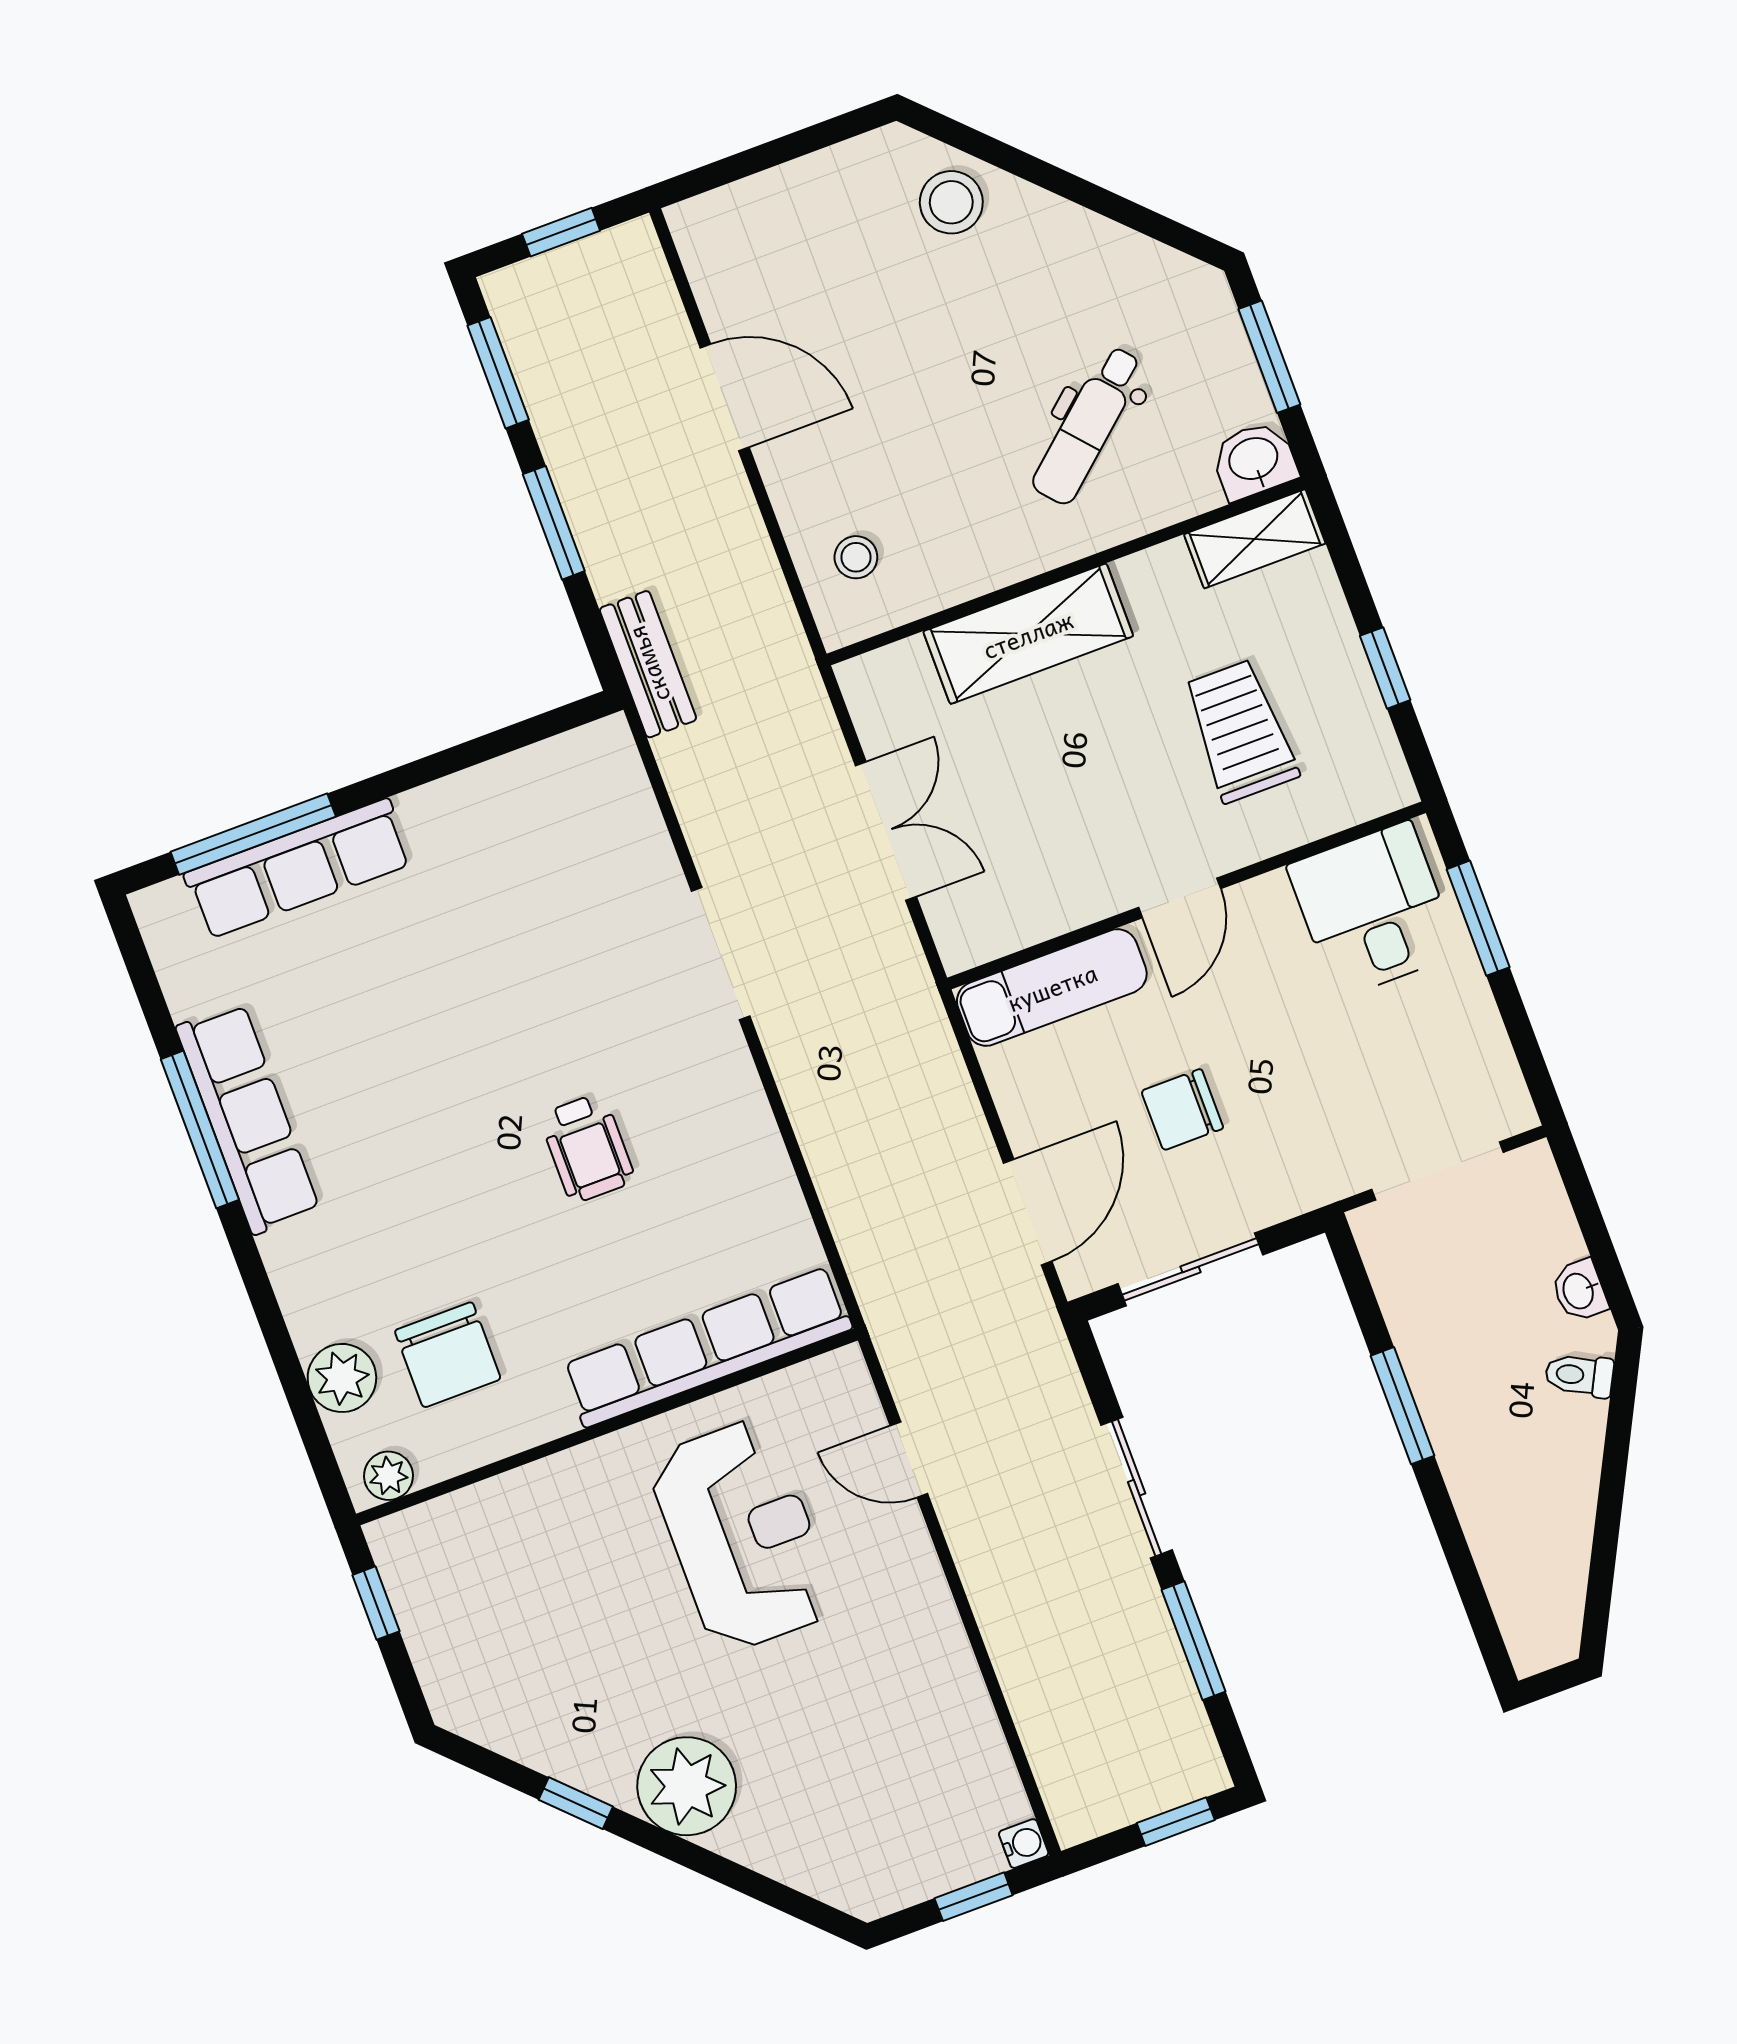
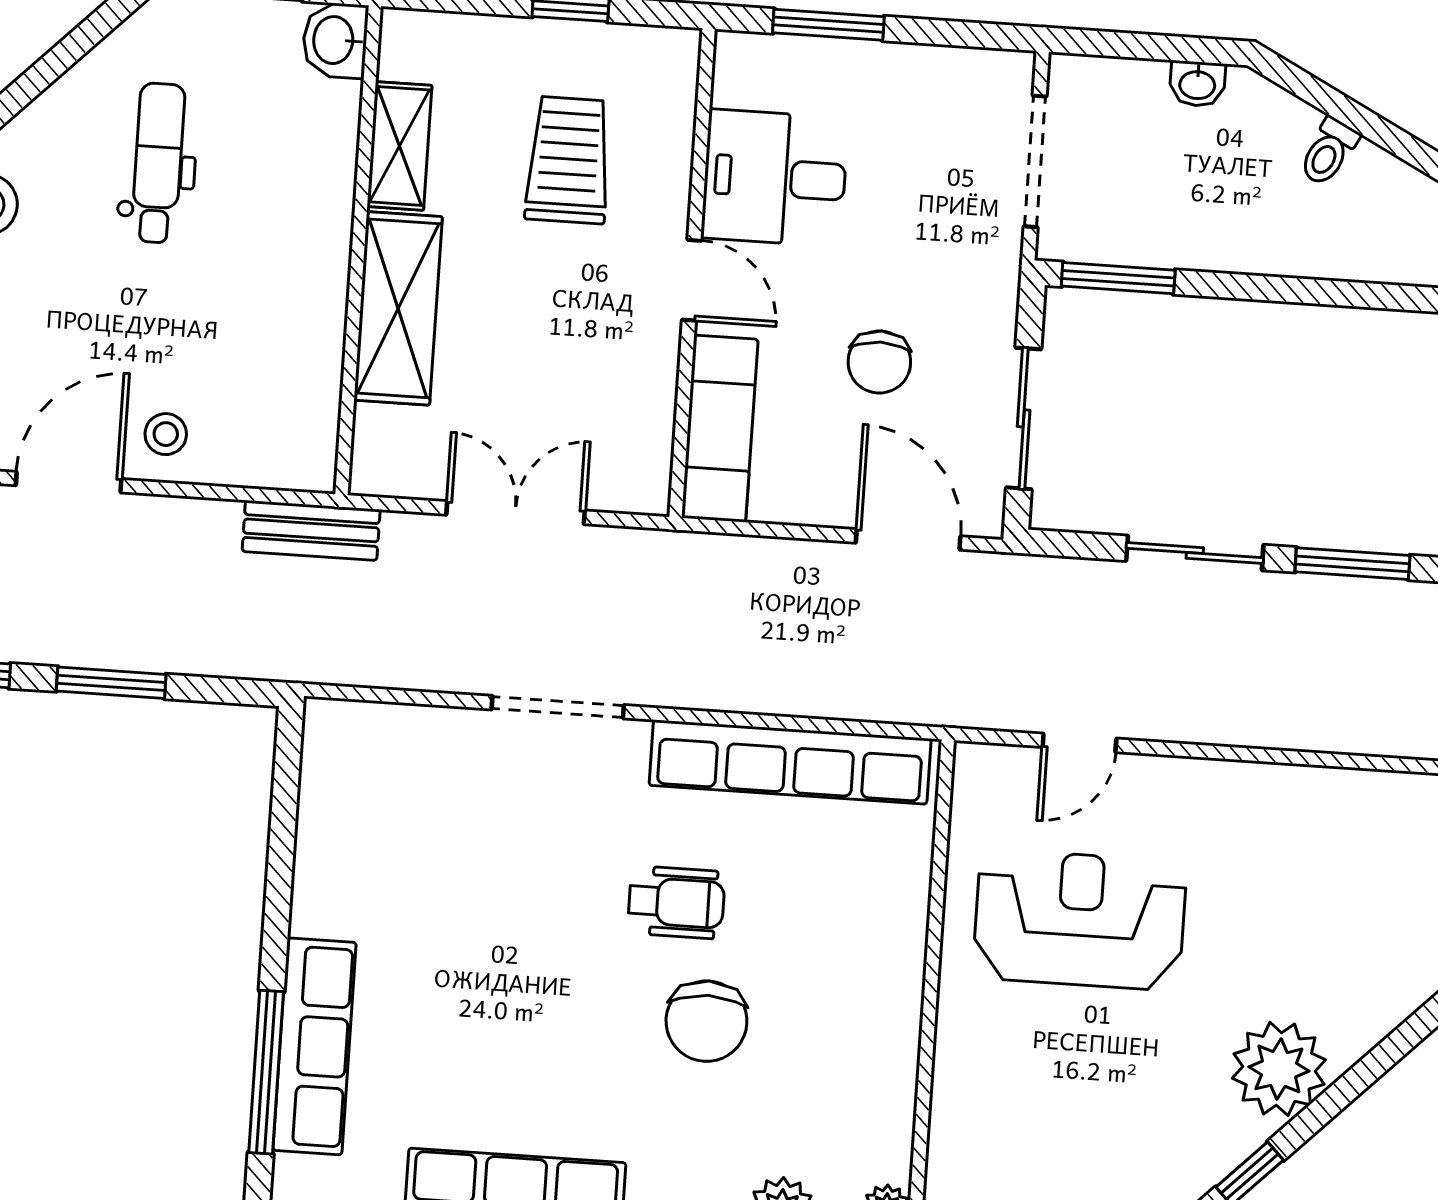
dental chair: (1088, 425) -> (158, 163), moved, turned -139
shelving: (1255, 539) -> (400, 146), moved
stool: (856, 557) -> (166, 434), moved
bench: (648, 664) -> (311, 530), moved
trolley: (1240, 731) -> (568, 160), turned 90
desk: (1373, 910) -> (775, 178), moved
row of seats: (707, 1347) -> (790, 762), moved, turned -90
chair: (448, 1355) -> (706, 1021), moved, turned 90
toilet: (1579, 1375) -> (1329, 152), moved
window: (1403, 1406) -> (1118, 278), moved

